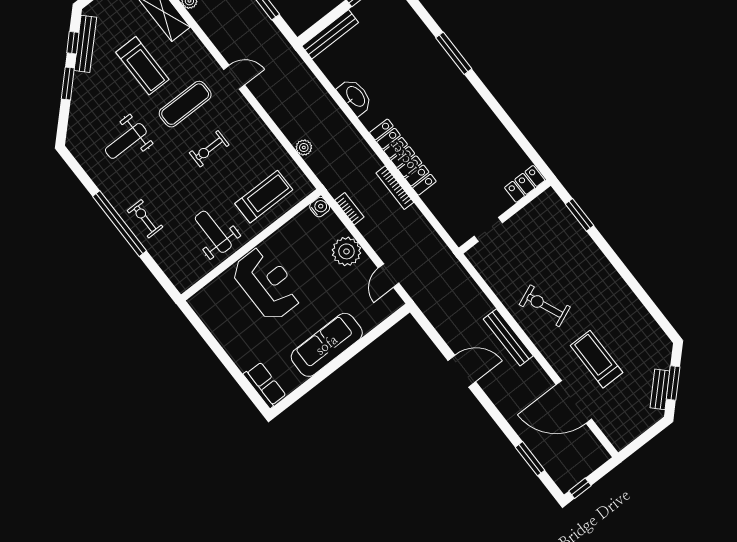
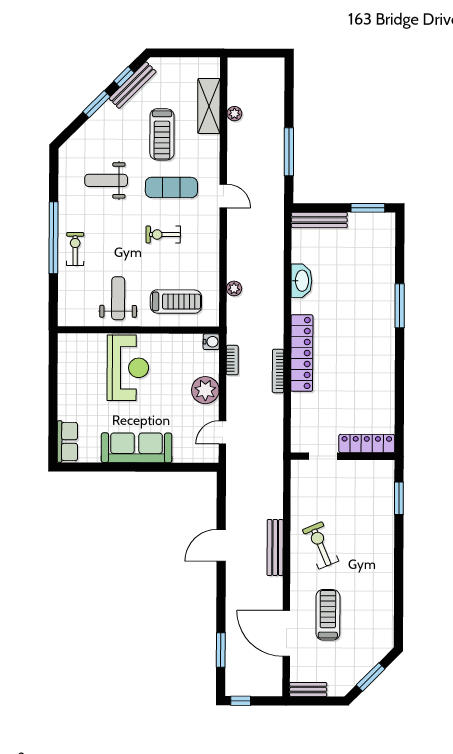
locker: (525, 184) -> (367, 444), width x1.53
door: (462, 371) -> (221, 545), swing flipped
bench: (660, 389) -> (308, 689), moved, turned 45

